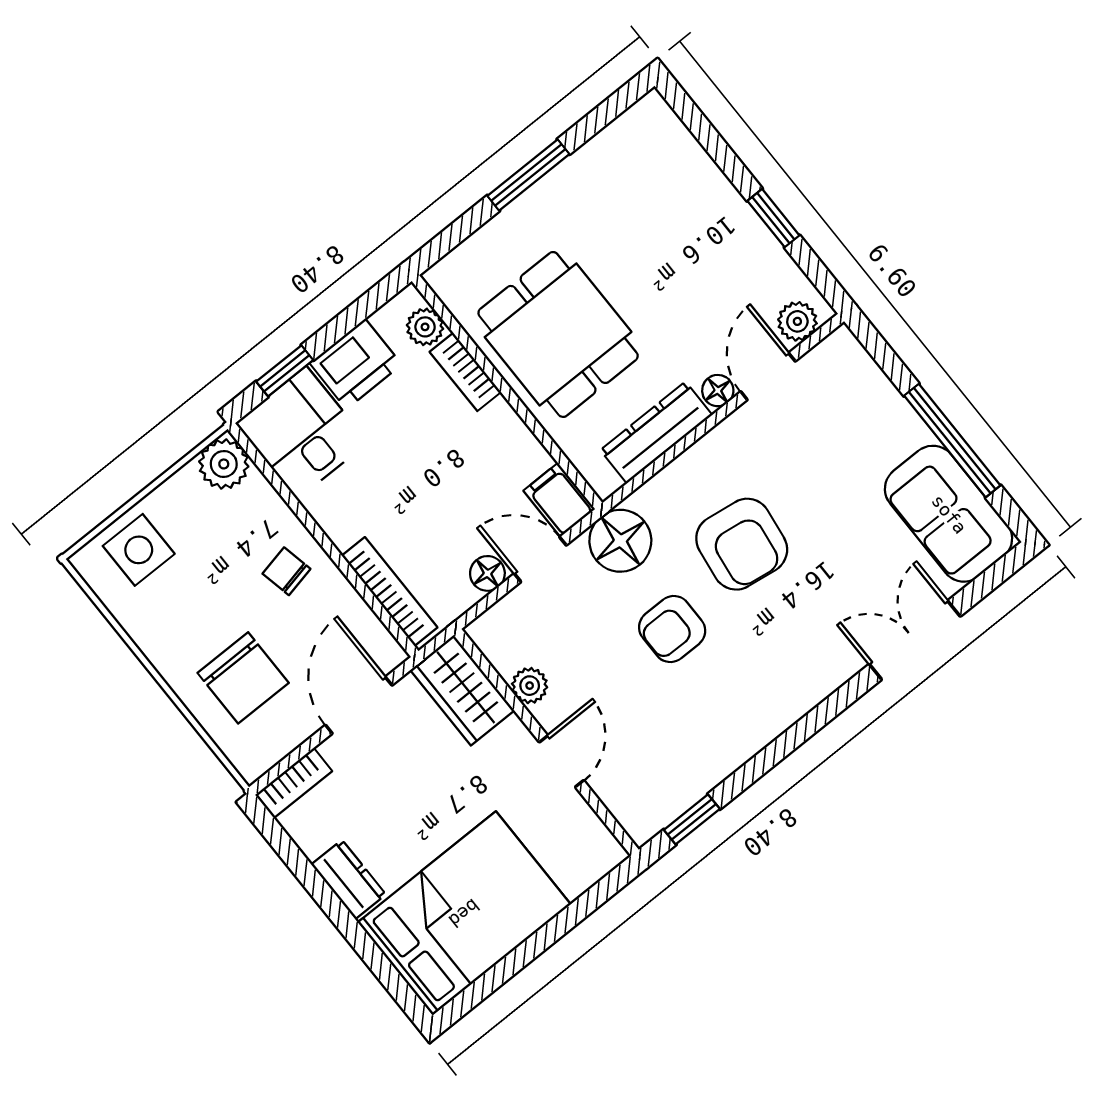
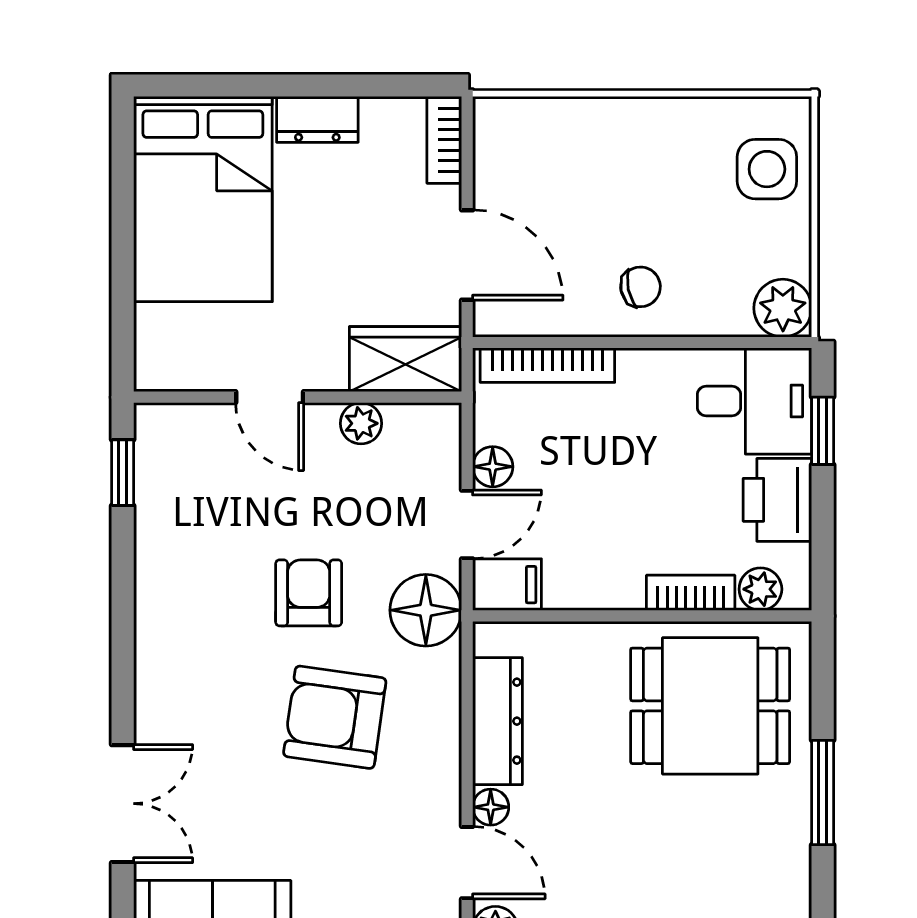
dining table: (558, 334) -> (710, 706), moved
chair: (243, 678) -> (576, 170), removed

